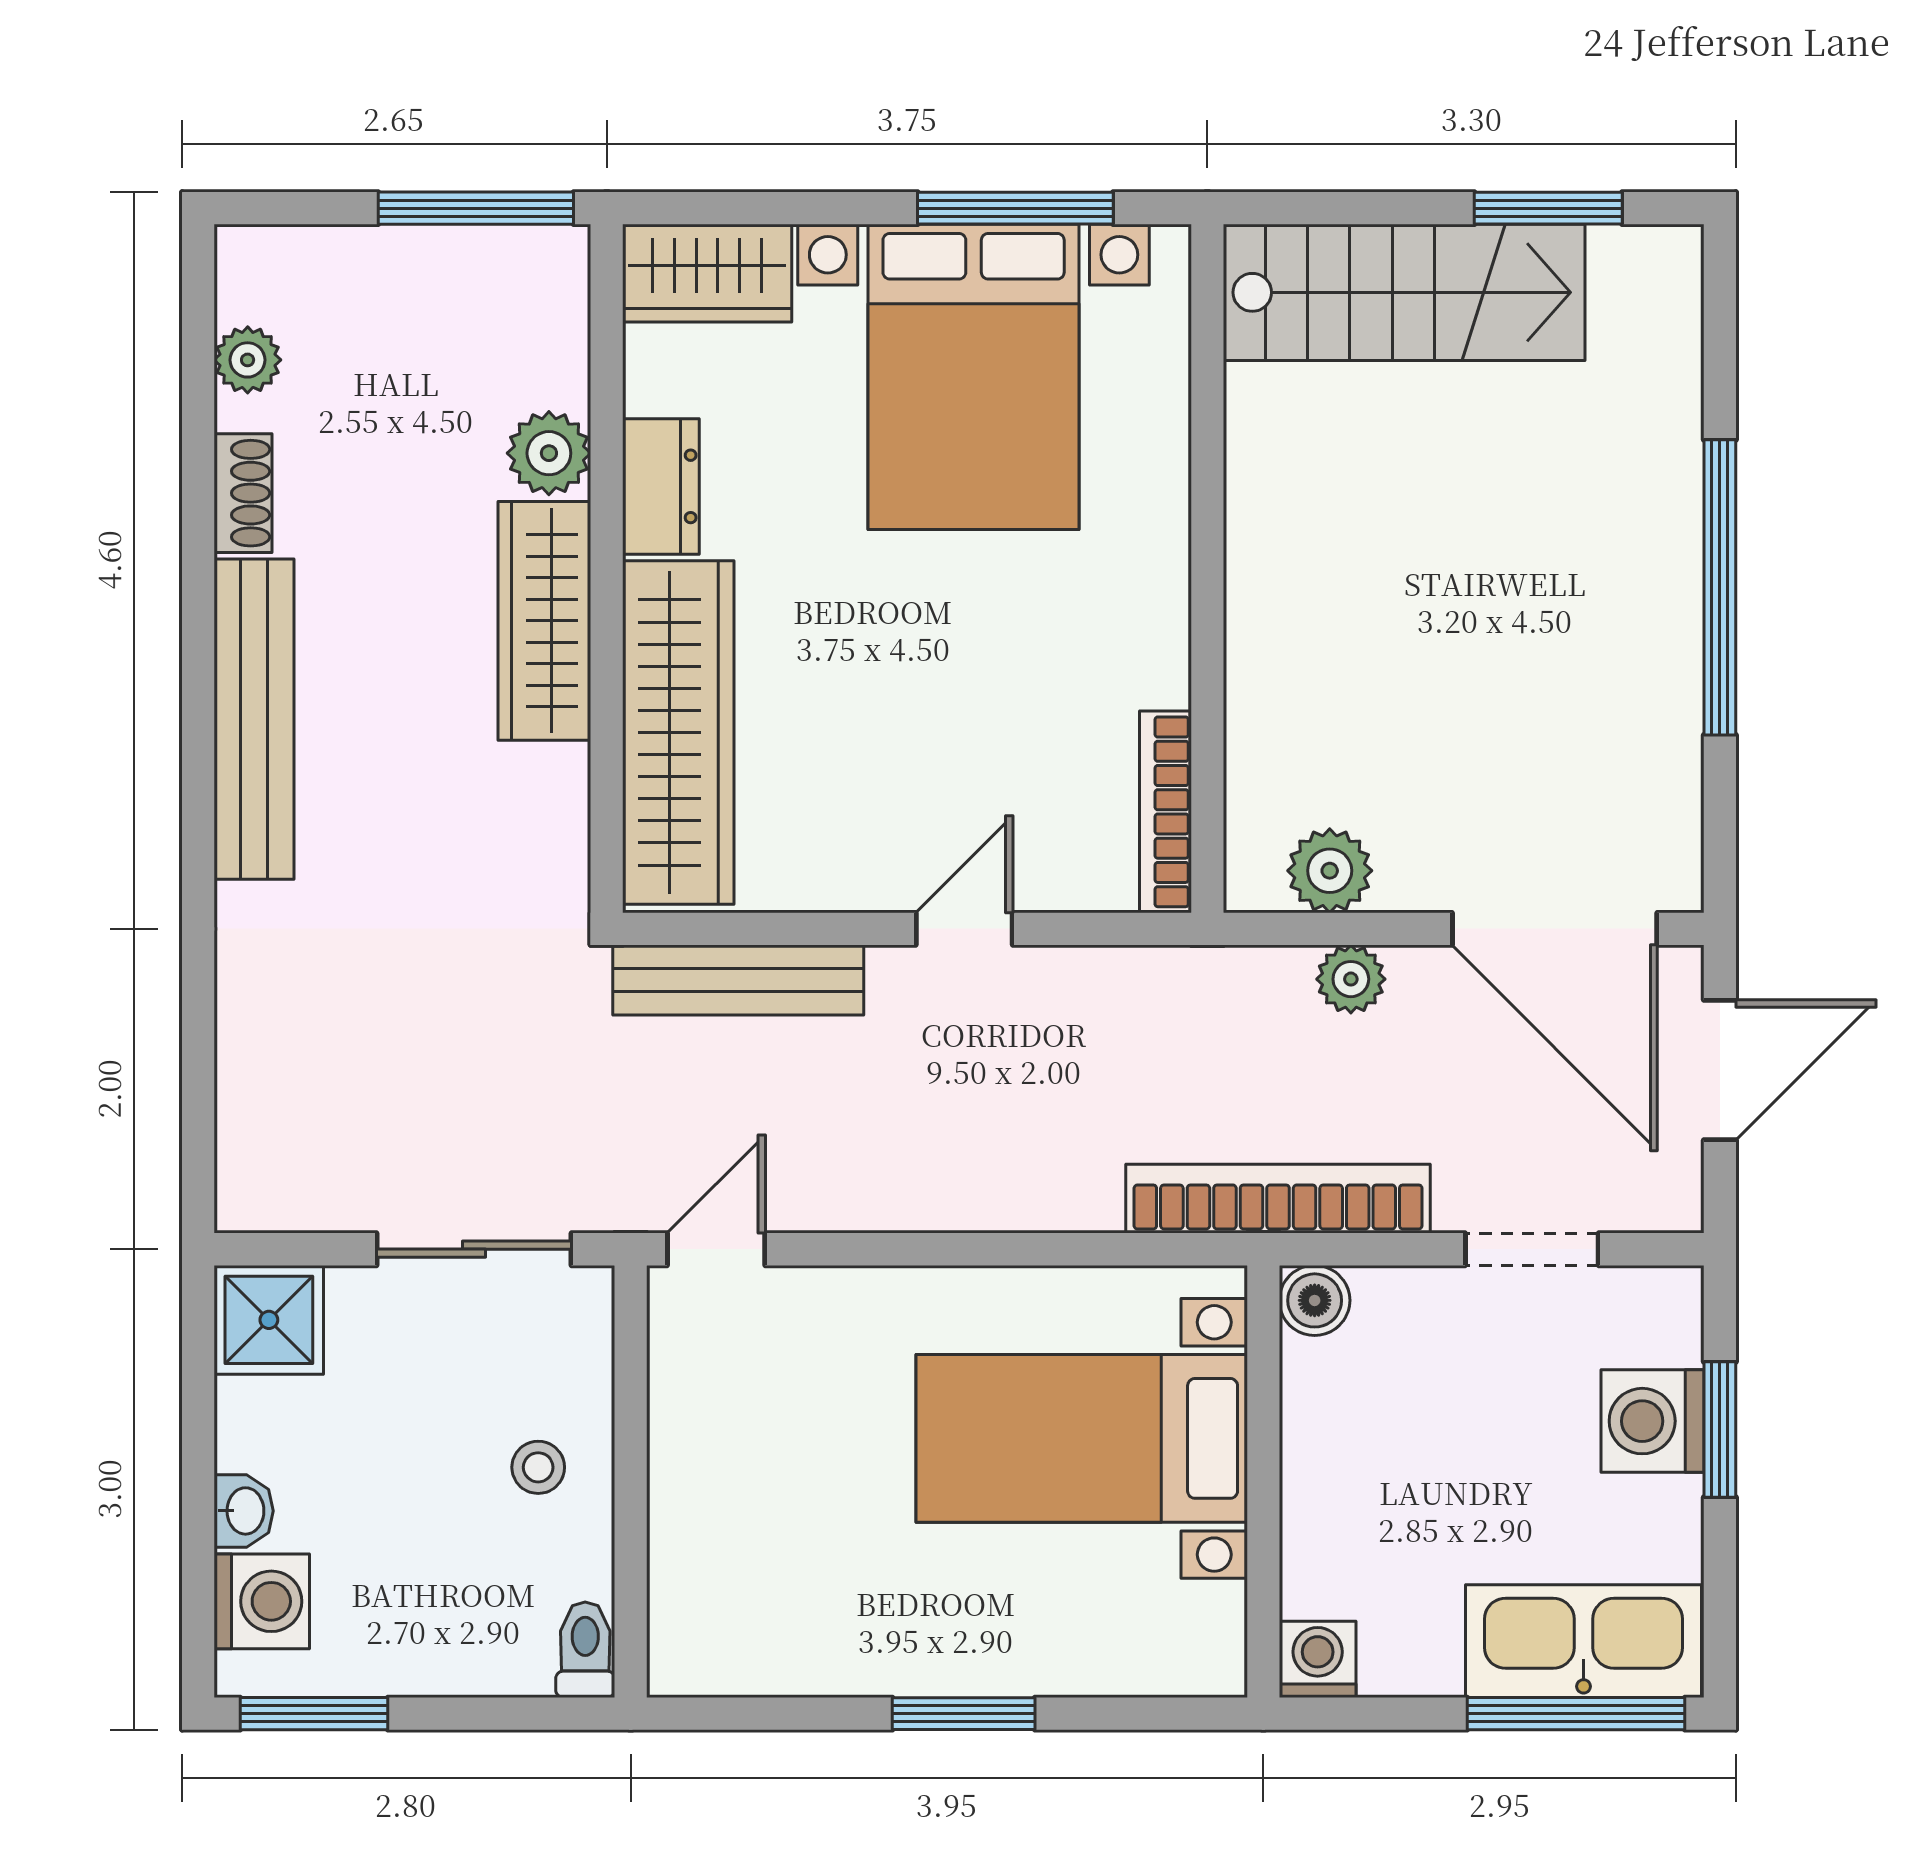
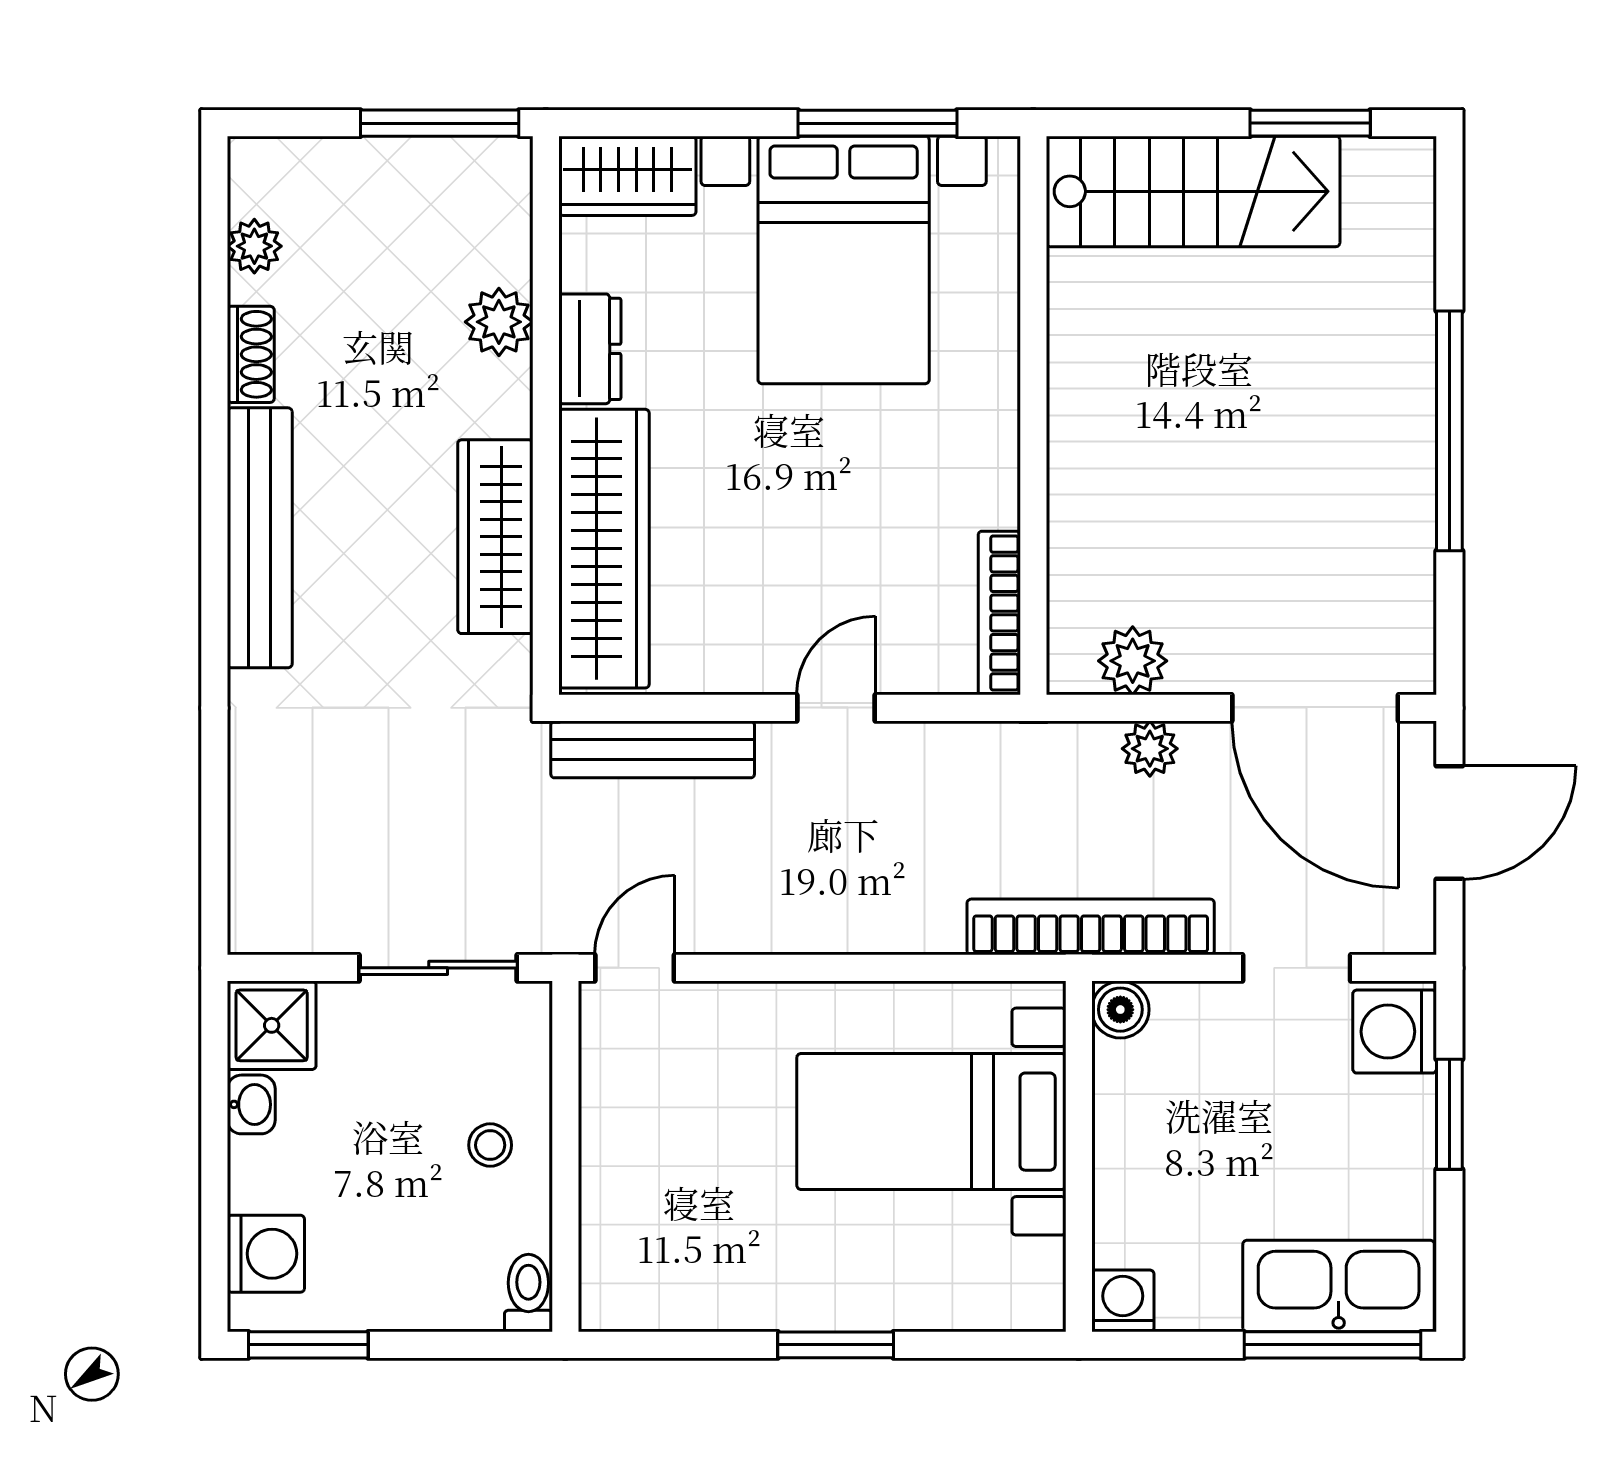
wardrobe: (544, 621) -> (495, 537), moved
washing machine: (1652, 1421) -> (1395, 1032), moved
washbasin: (244, 1511) -> (251, 1104), moved

